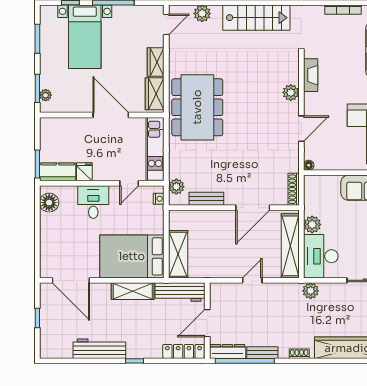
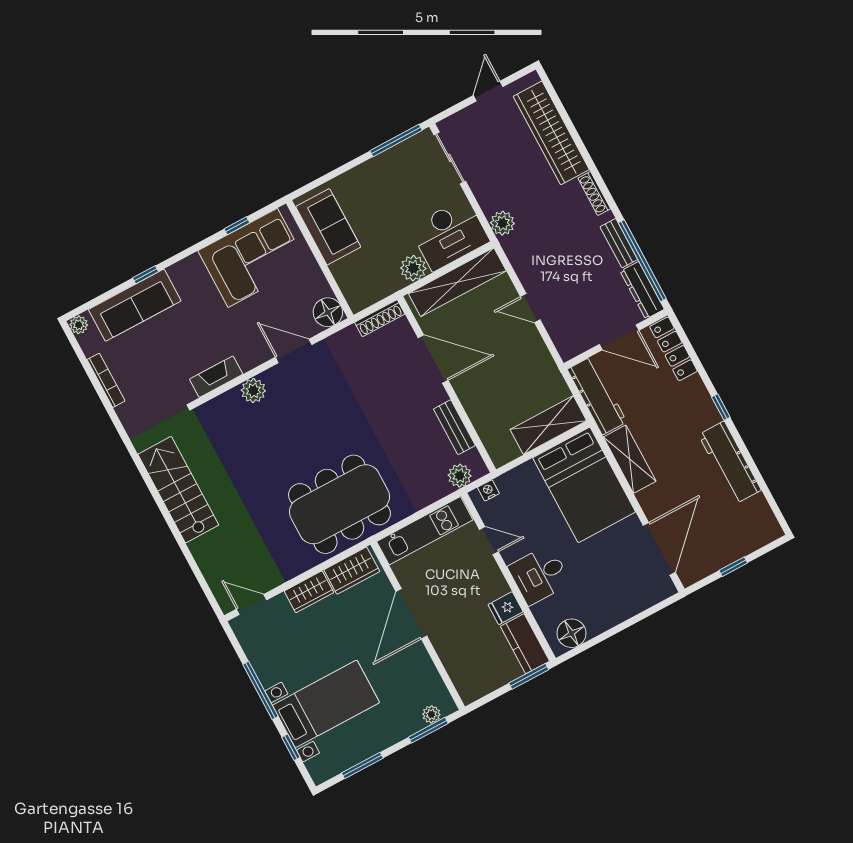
plant: (202, 13) -> (211, 565), removed
floor lamp: (309, 165) -> (328, 312), width x1.89, depth x1.89
shoe rack: (299, 354) -> (594, 193), width x1.43

